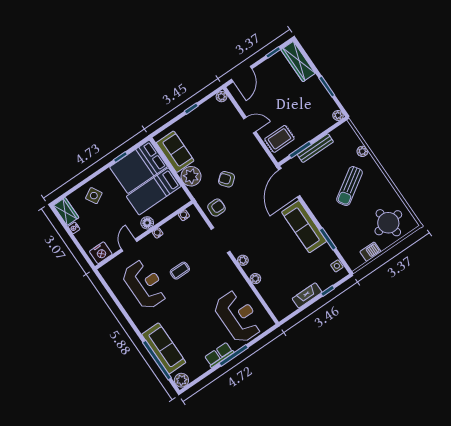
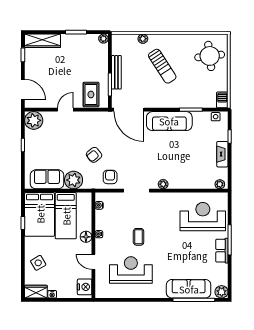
plant: (222, 97) -> (34, 120), width x1.88, depth x1.88
barbecue: (370, 252) -> (222, 100), moved
plant: (255, 279) -> (220, 184), moved

